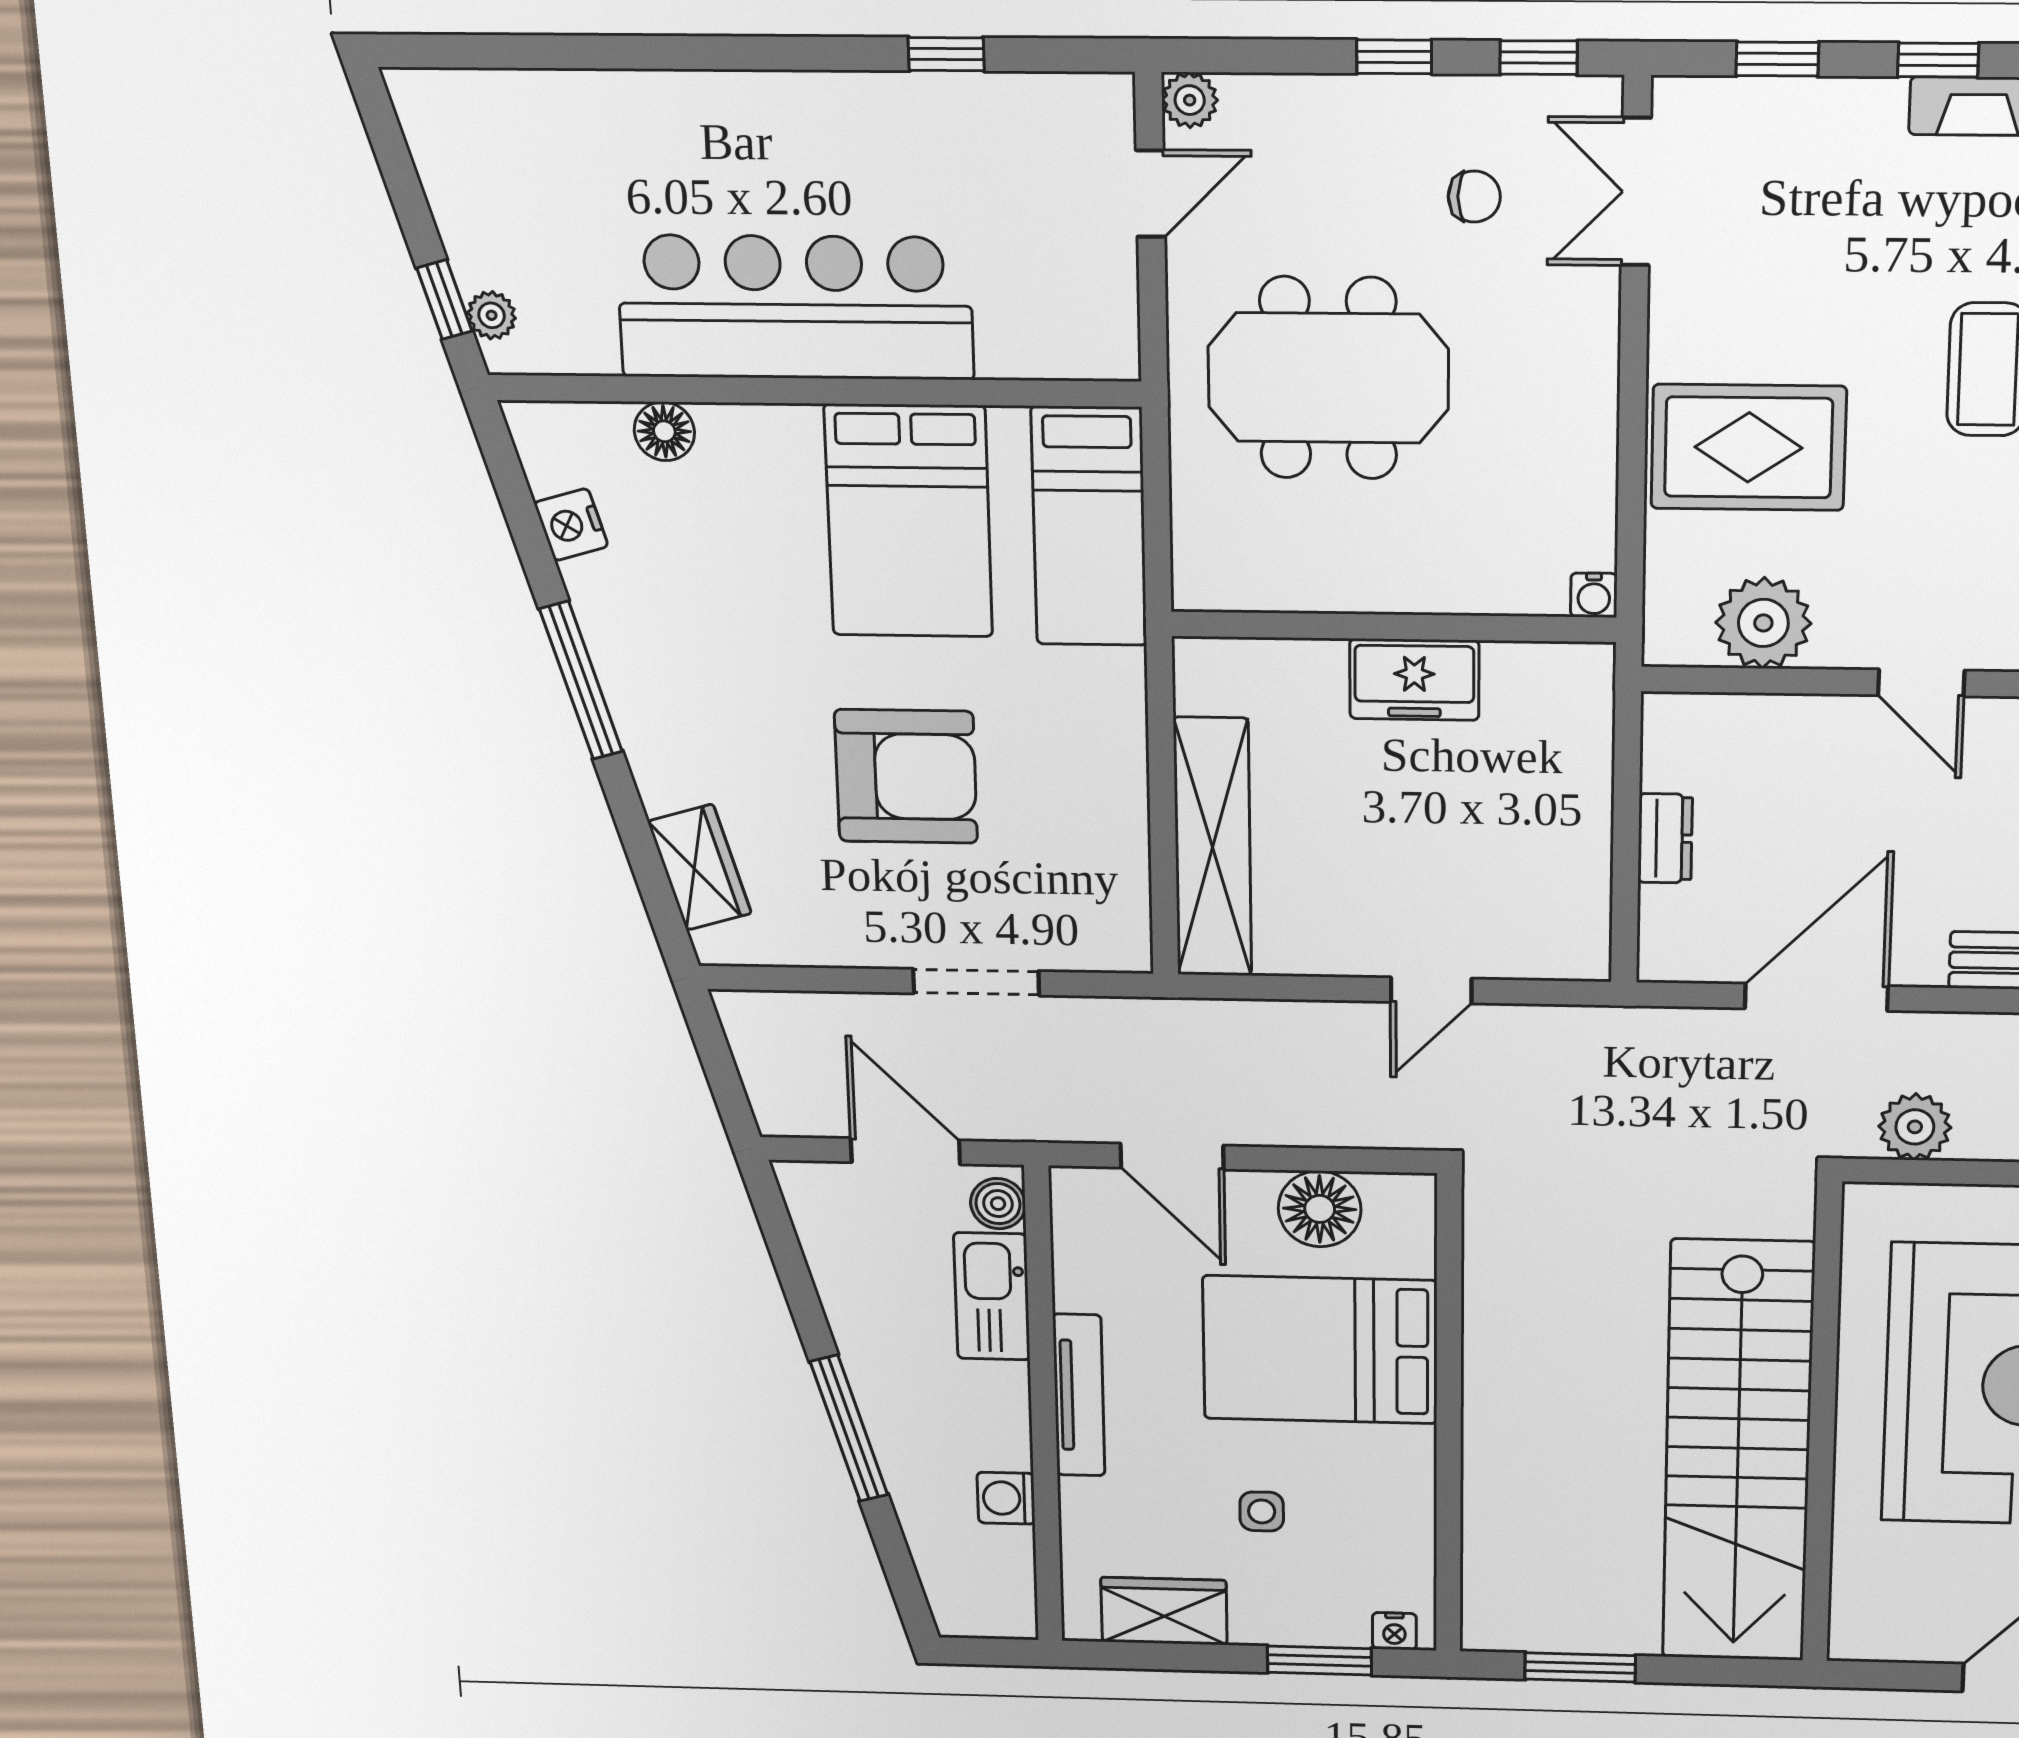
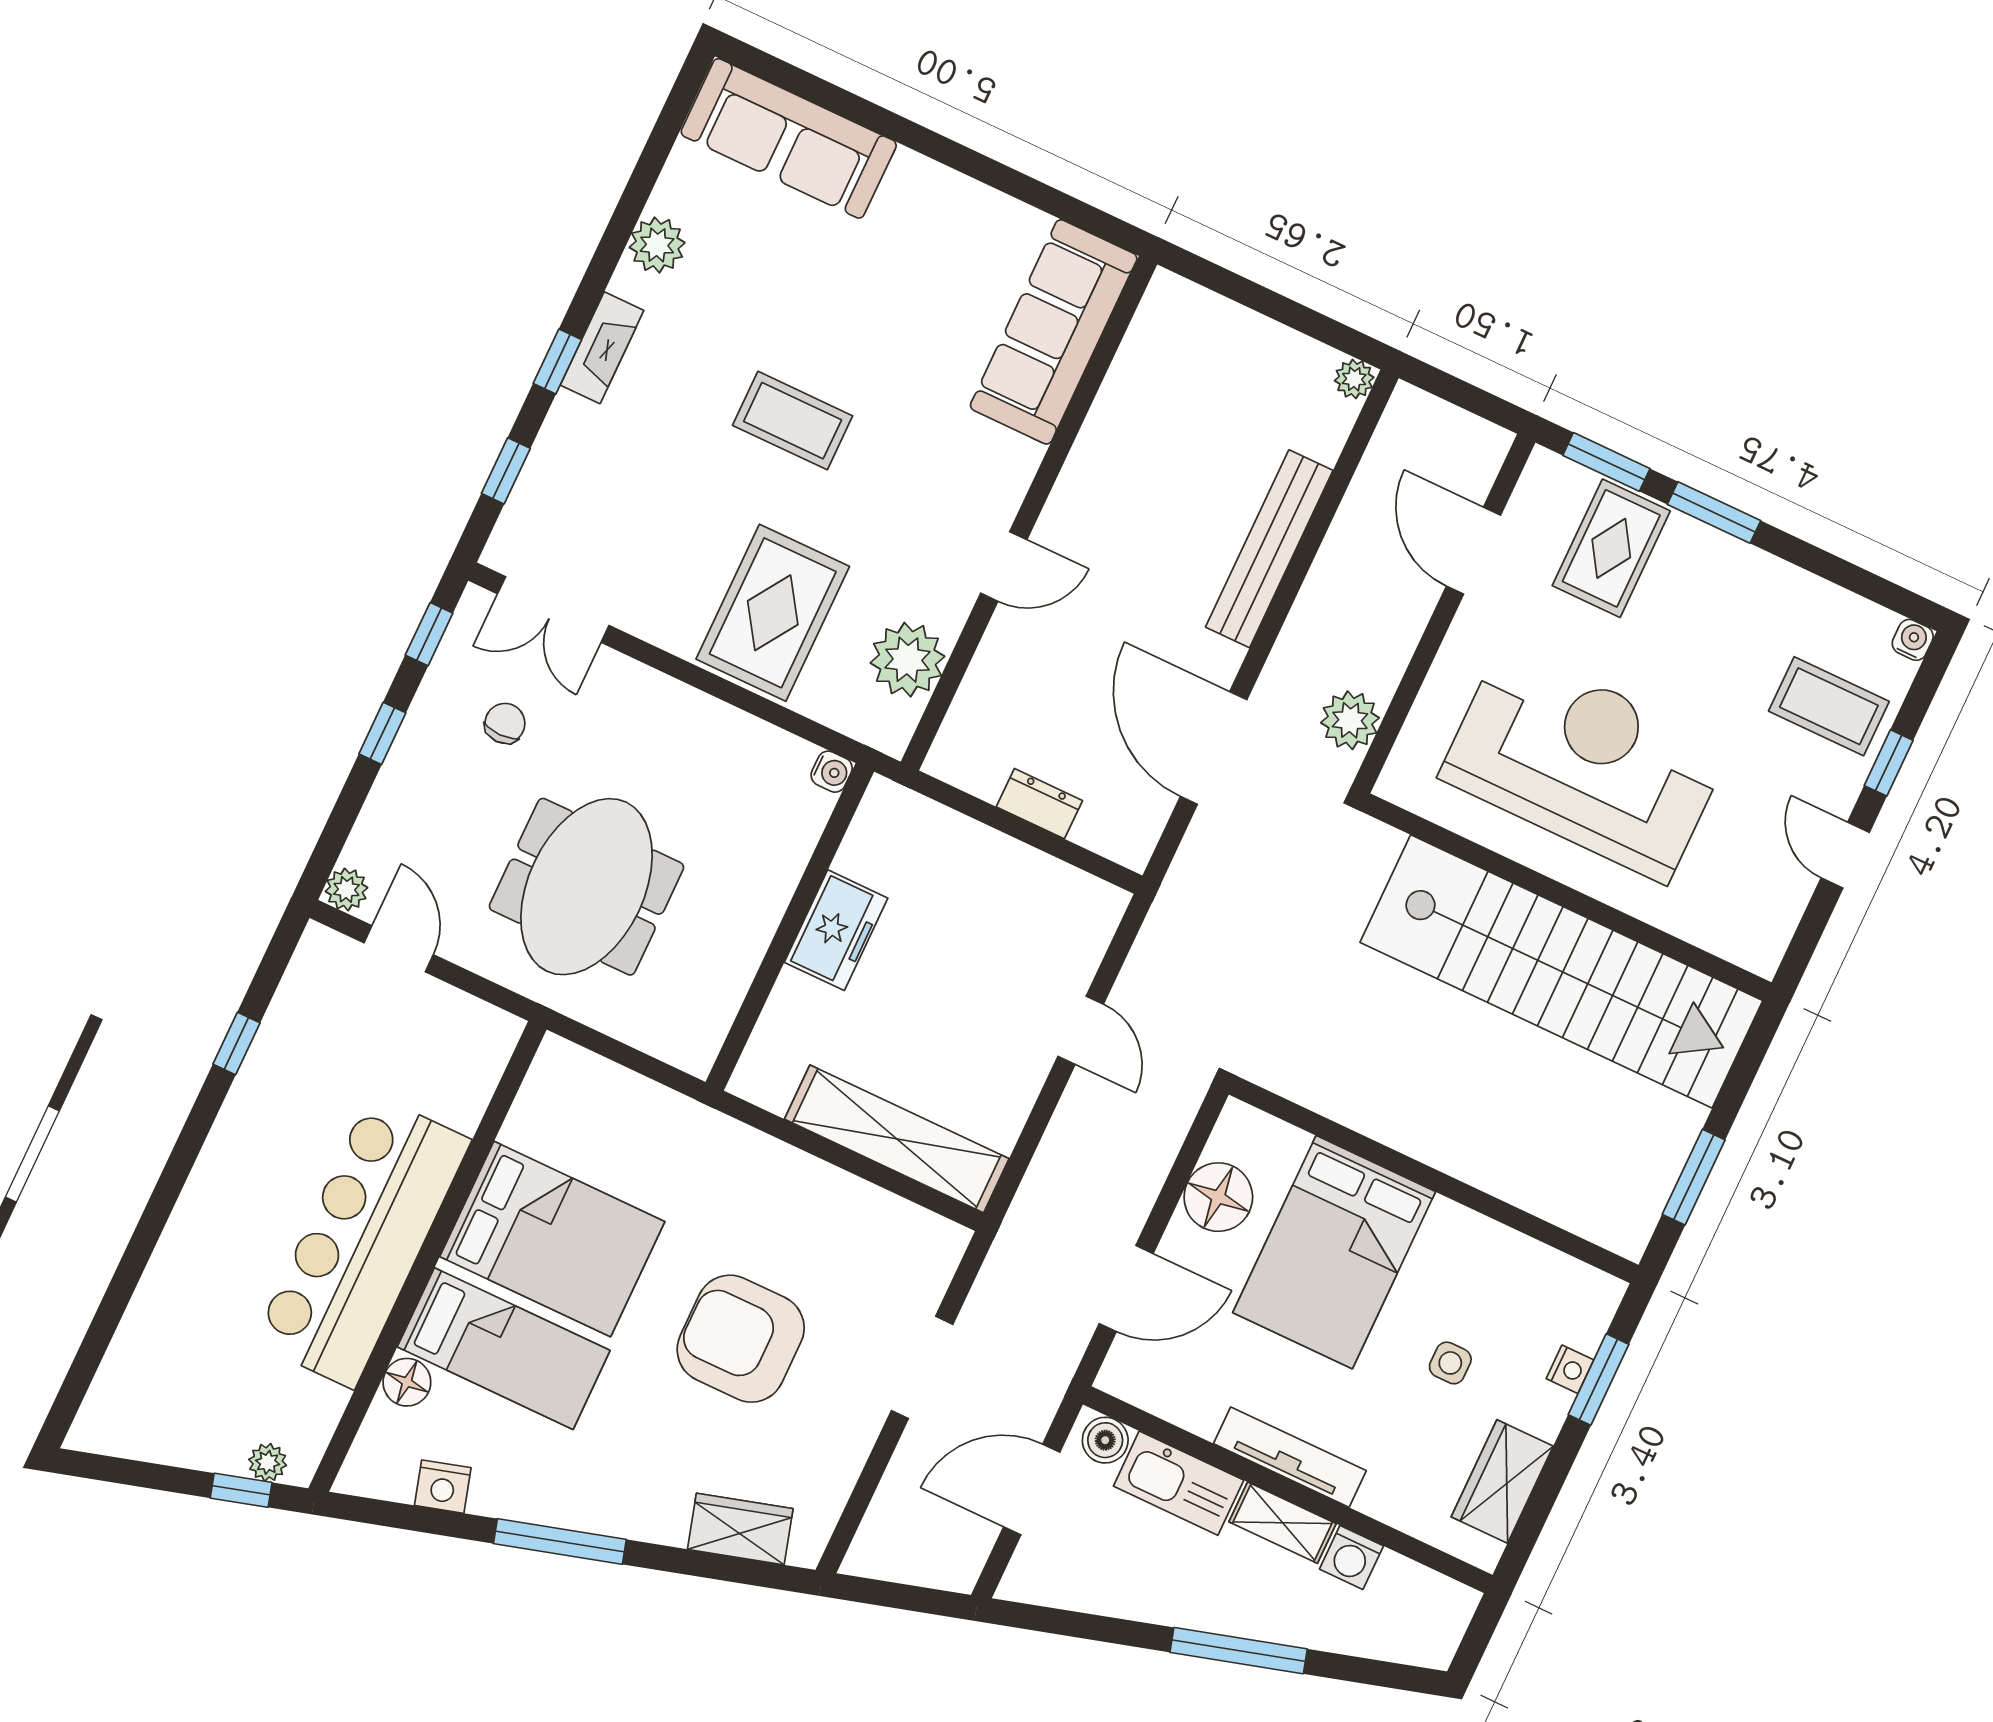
bed: (1089, 526) -> (504, 1349), moved
armchair: (906, 776) -> (741, 1339), turned -90
shelving: (1006, 1416) -> (1282, 1523), added
nightstand: (1394, 1631) -> (1570, 1369), moved

